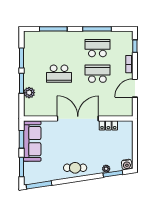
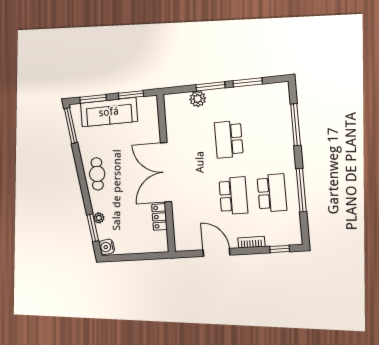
double door: (78, 119) -> (166, 172), swing flipped
sofa: (32, 141) -> (109, 112), moved

